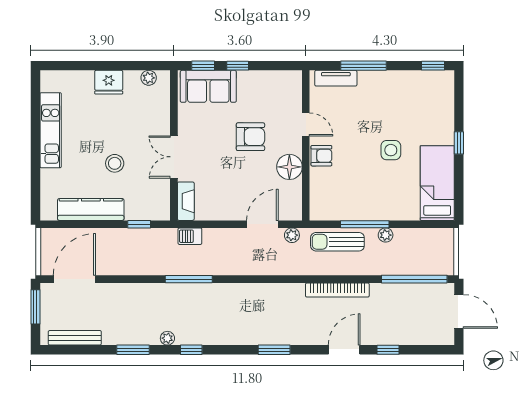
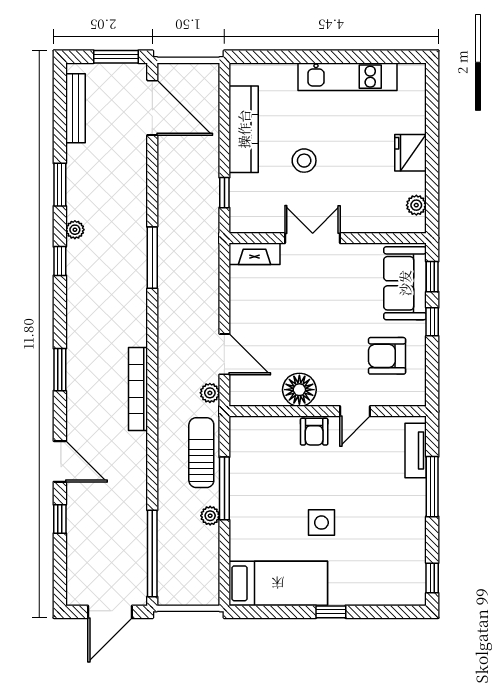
armchair: (250, 137) -> (387, 356), moved, turned 90
barbecue: (190, 236) -> (209, 259), removed
bookcase: (337, 290) -> (138, 389), moved

